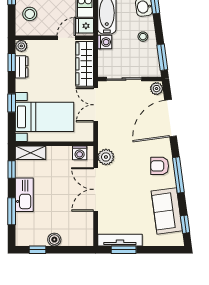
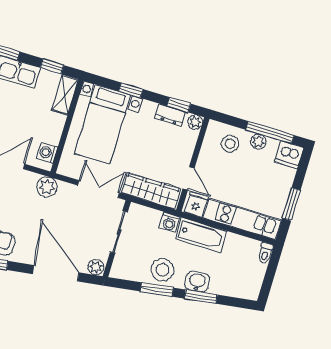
stool: (143, 37) -> (162, 270), width x1.89, depth x1.89
window: (162, 57) -> (157, 290), moved
plant: (106, 157) -> (47, 187), moved

